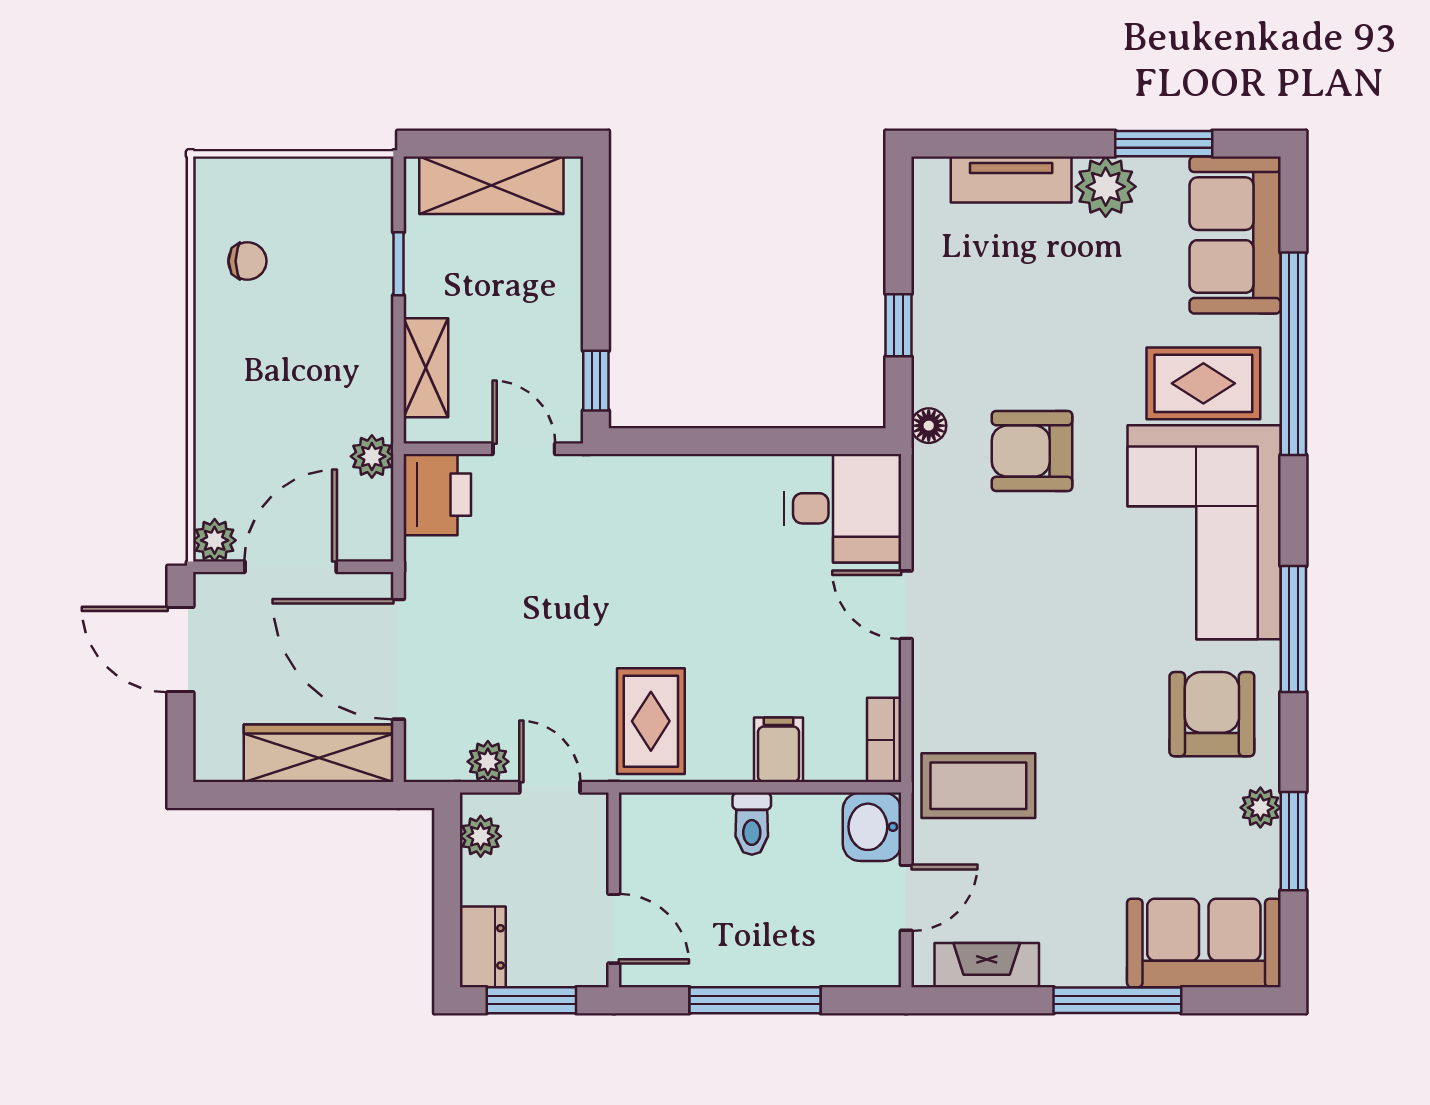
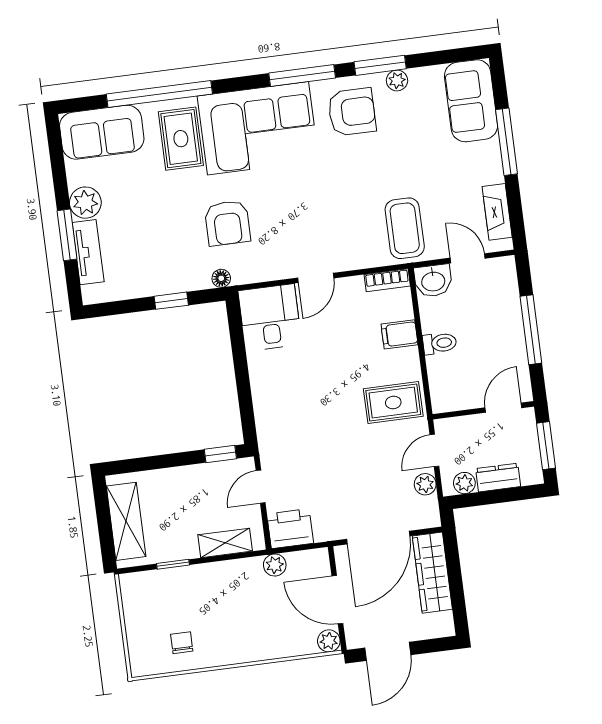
window: (1164, 144) -> (67, 235), moved
armchair: (1212, 714) -> (352, 112), turned 180
window: (1293, 841) -> (380, 65), moved
dresser: (483, 947) -> (498, 478), moved

